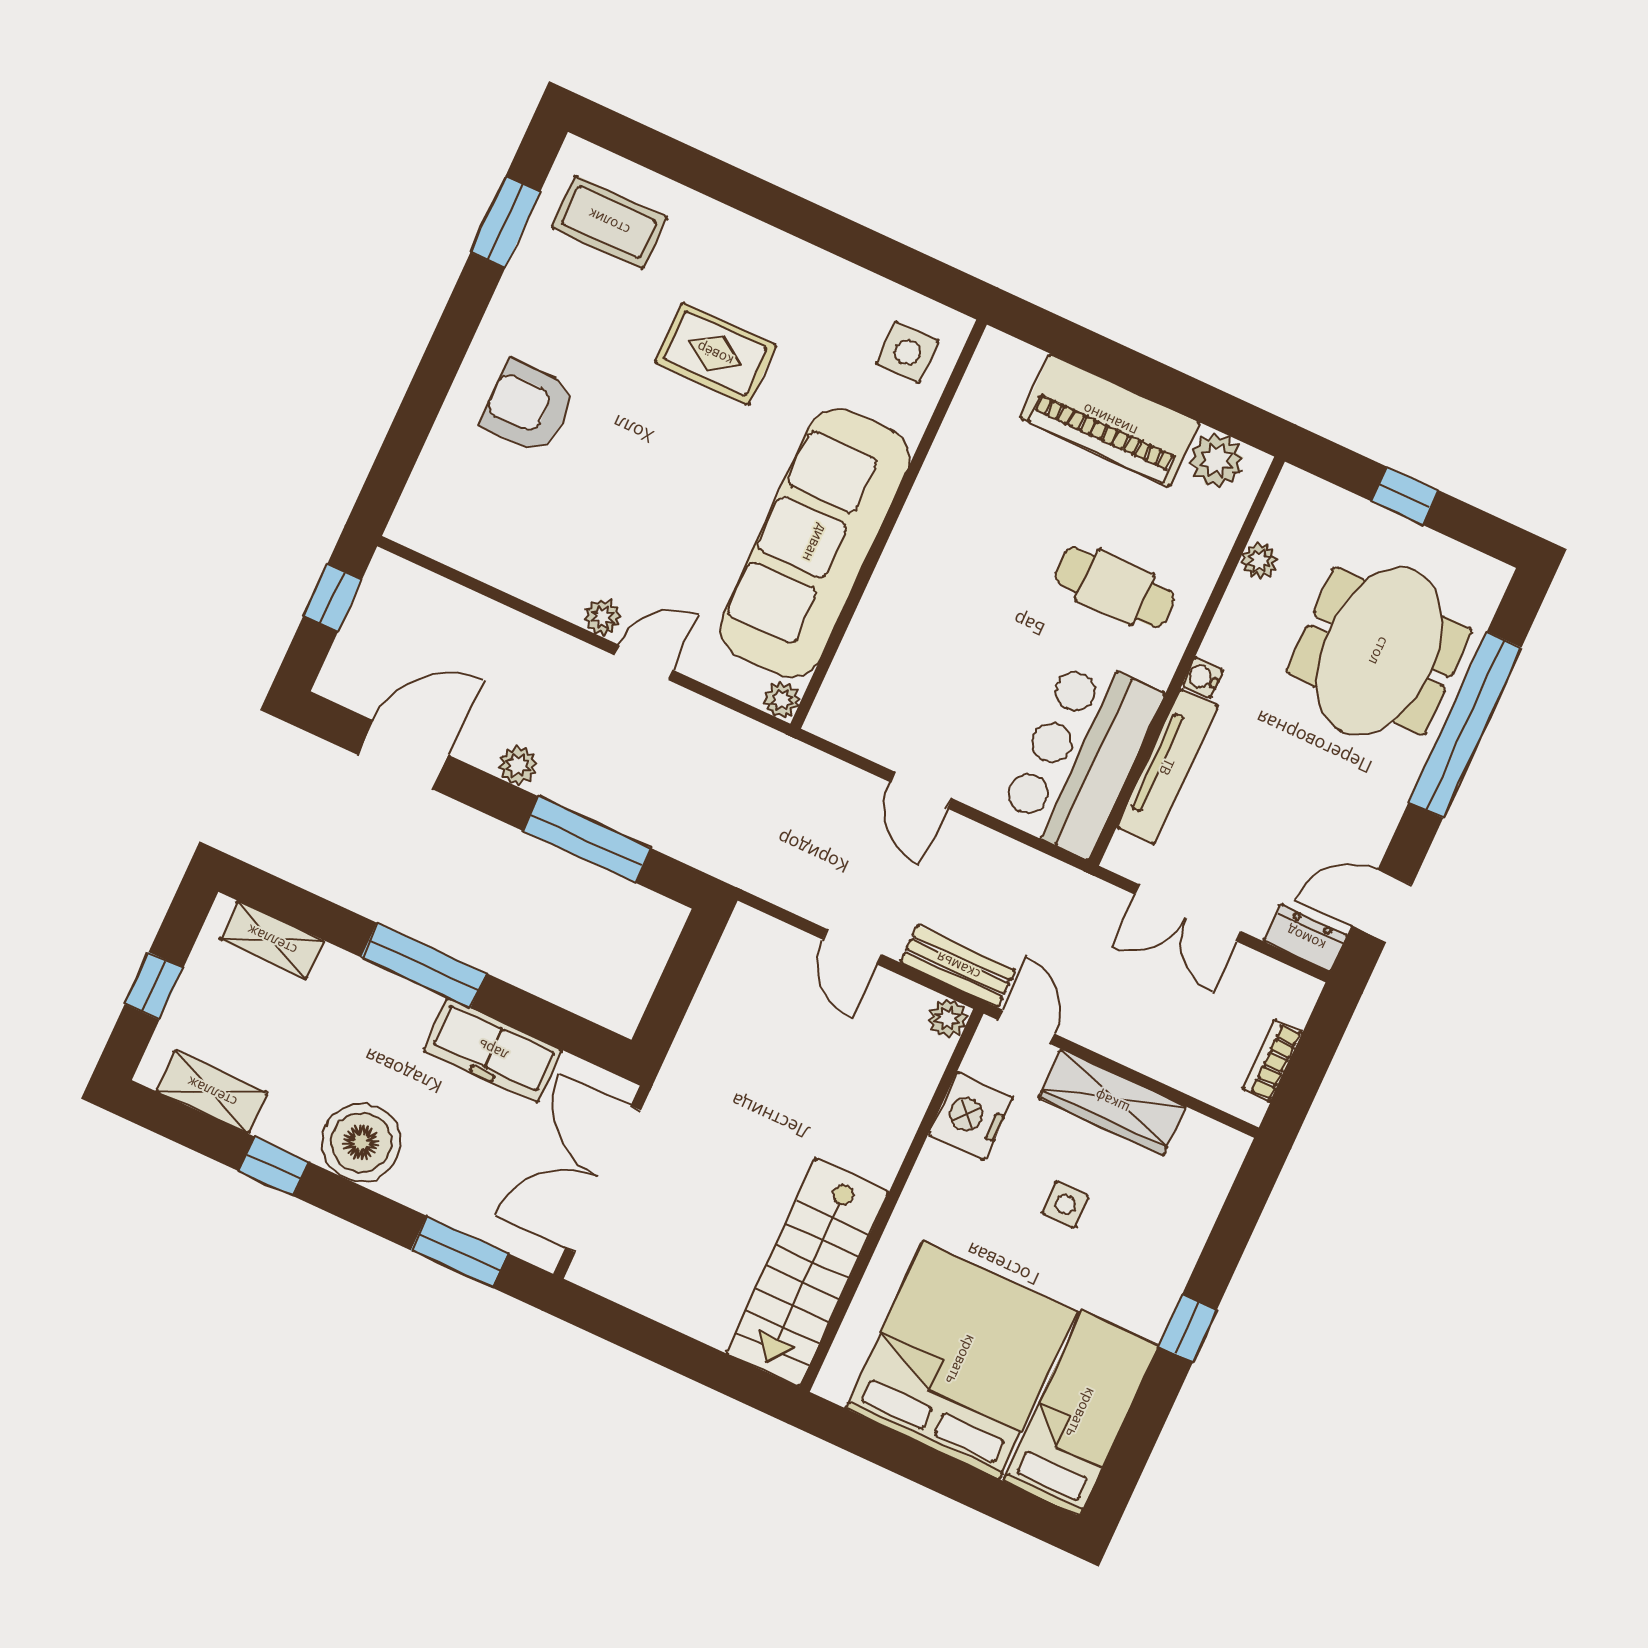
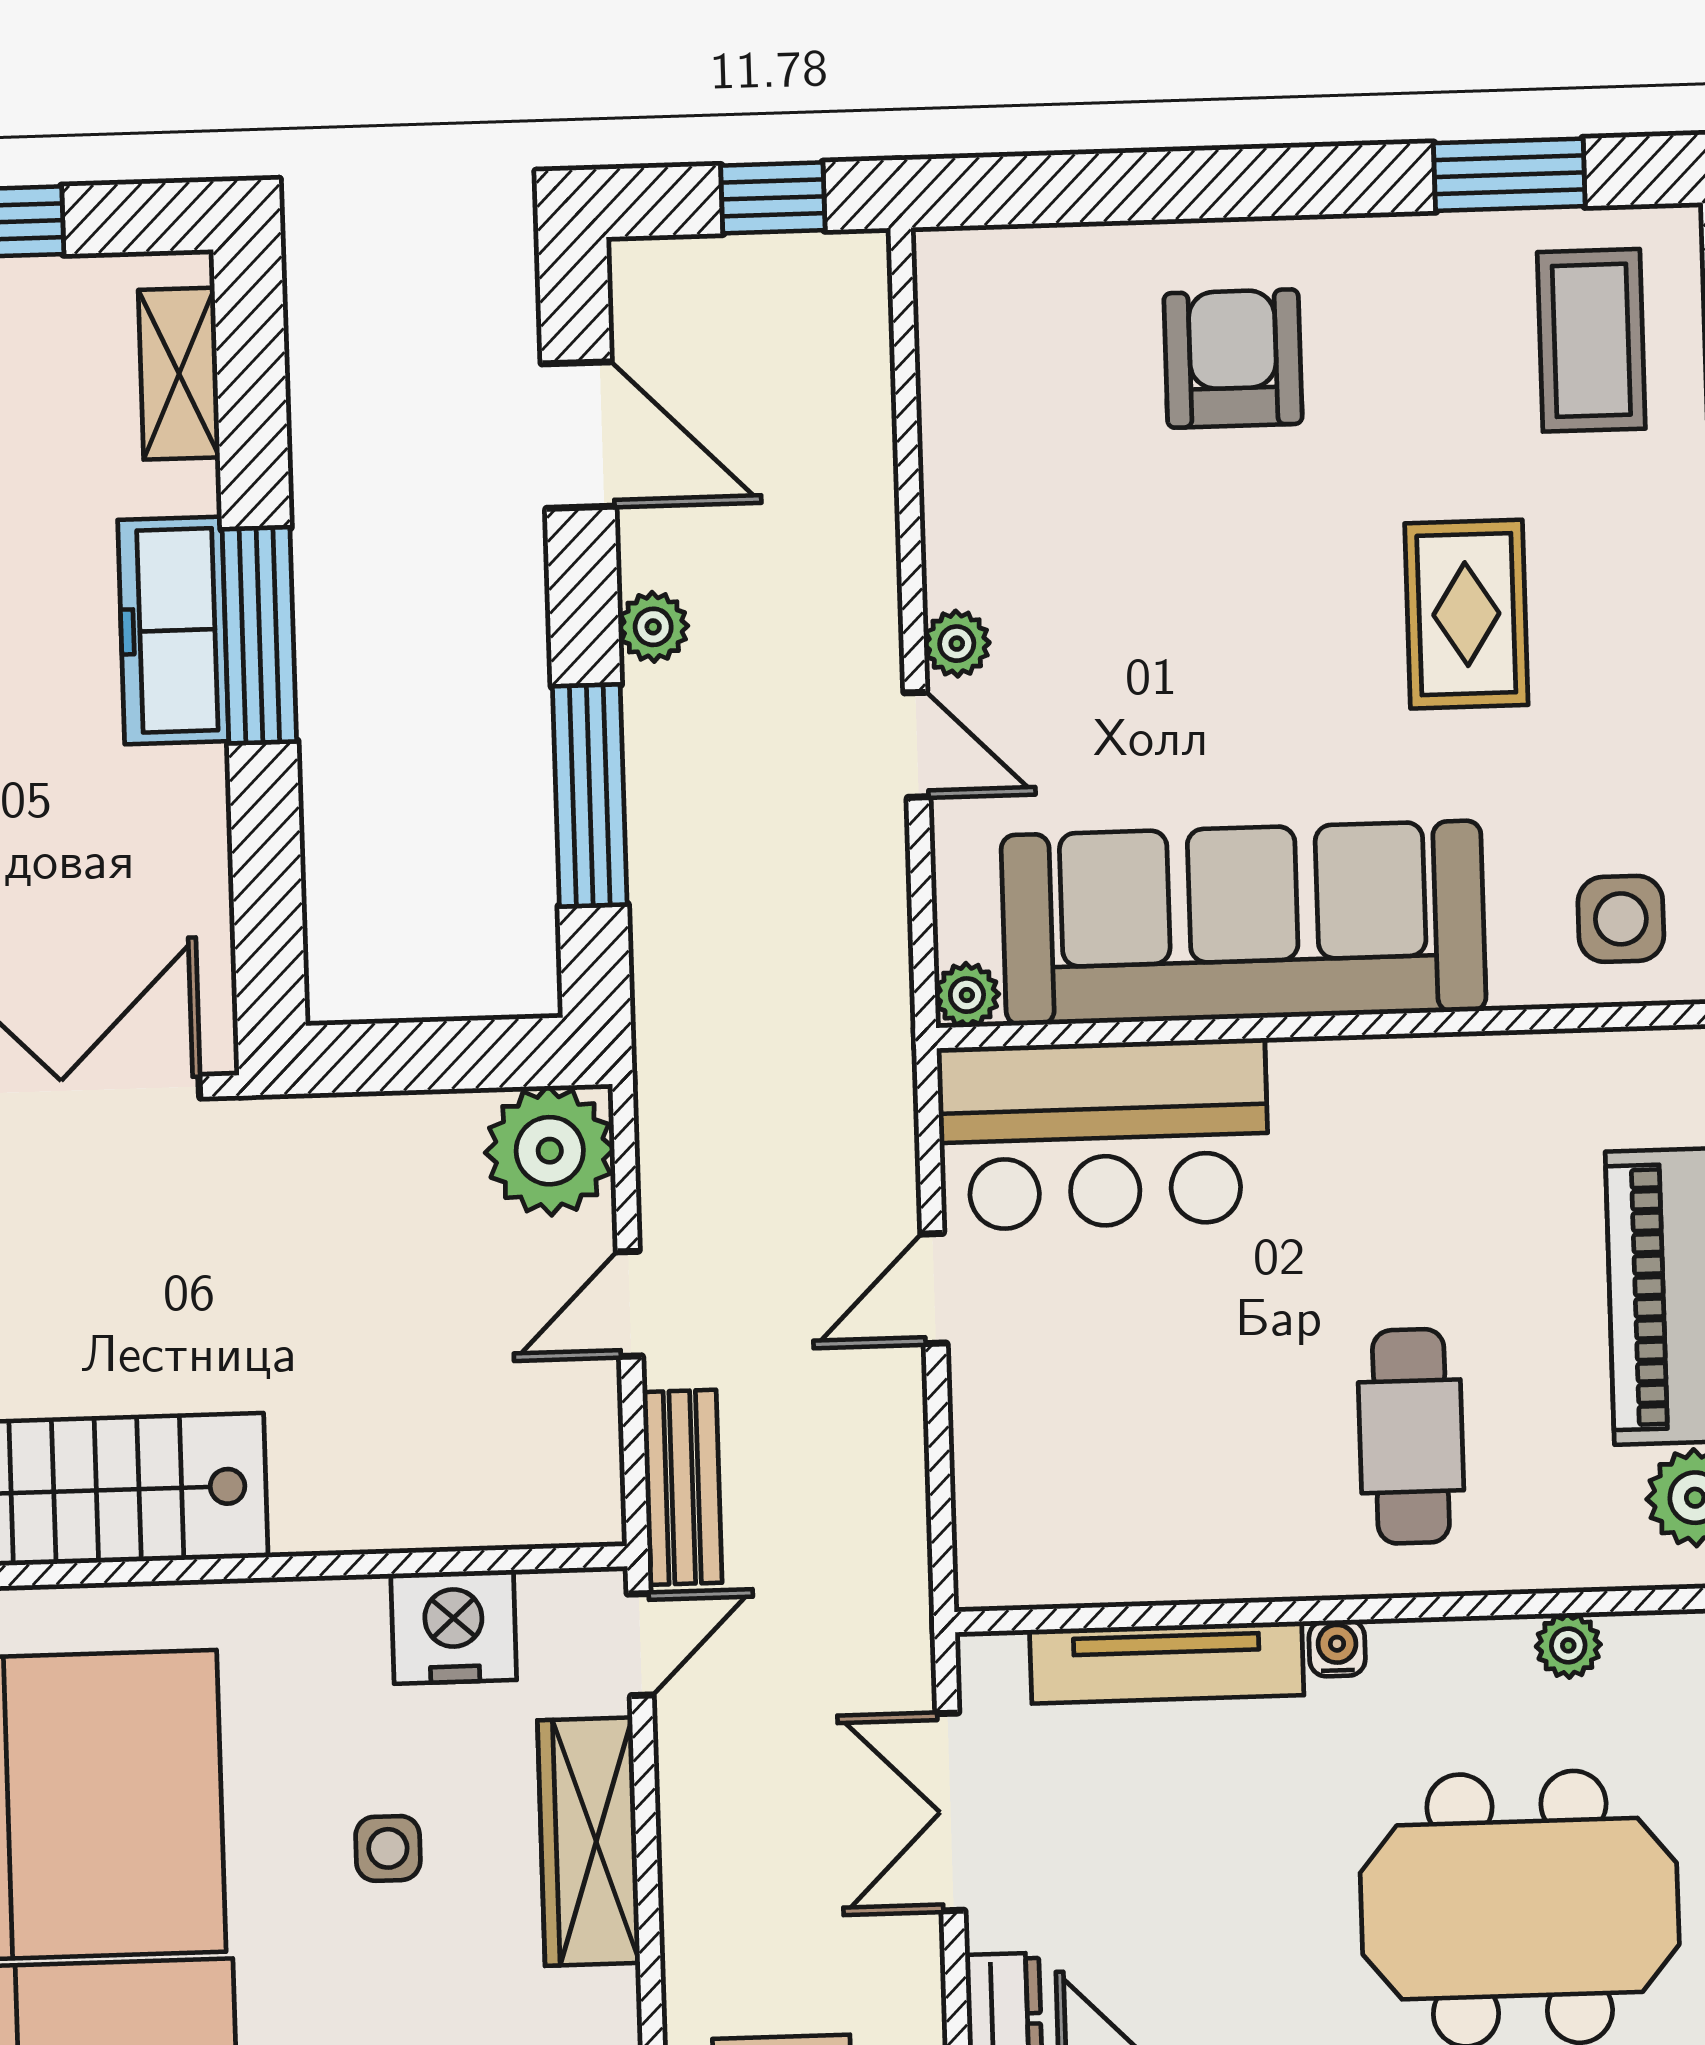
bar counter: (1080, 756) -> (1103, 1134), moved, turned 180
plant: (948, 1018) -> (550, 1151), moved, width x1.88, depth x1.88
freezer: (493, 1050) -> (173, 630), moved

